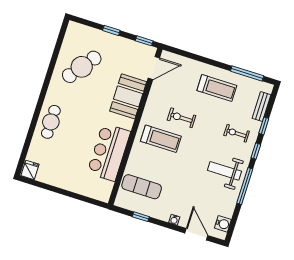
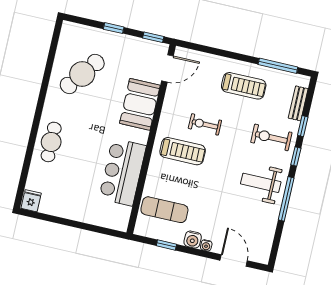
exercise bike: (237, 133) -> (271, 137), width x1.38, depth x1.39
water cooler: (223, 224) -> (193, 240), moved, turned 90

